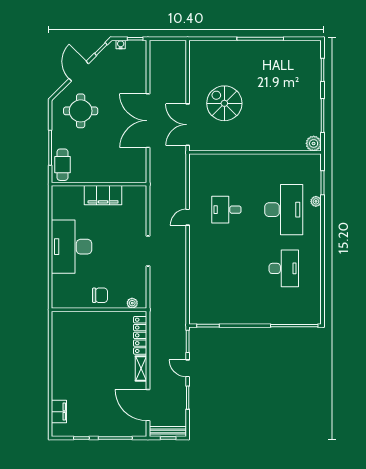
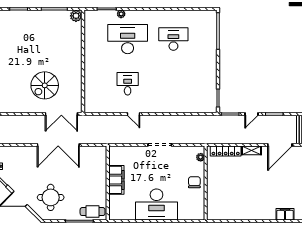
desk: (226, 210) -> (128, 84), turned 180

